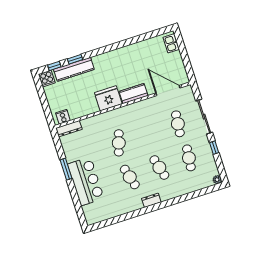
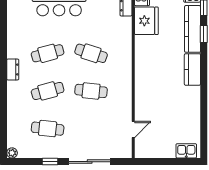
door: (168, 90) -> (133, 129), width x0.53
kitchen counter: (134, 94) -> (192, 69), moved, turned 180
fridge: (108, 98) -> (146, 21), moved
cafe table: (178, 124) -> (91, 91), moved

